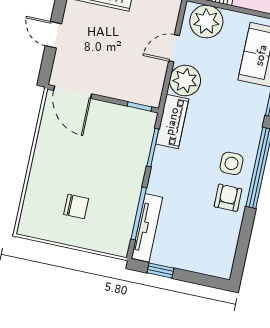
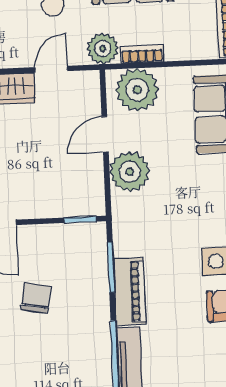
piano: (172, 121) -> (130, 291), moved
chair: (76, 206) -> (36, 298), moved, turned -80

